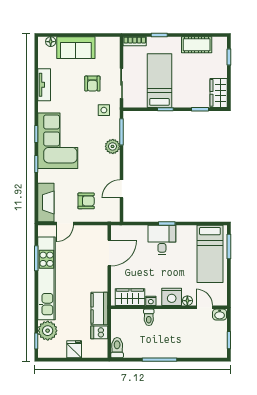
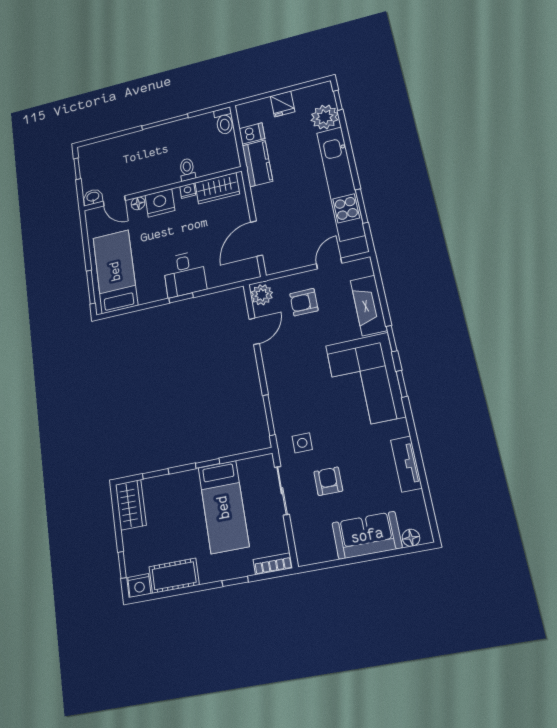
nightstand: (219, 43) -> (139, 586), added
plant: (113, 146) -> (262, 295), moved
fireplace: (46, 202) -> (369, 305), moved

